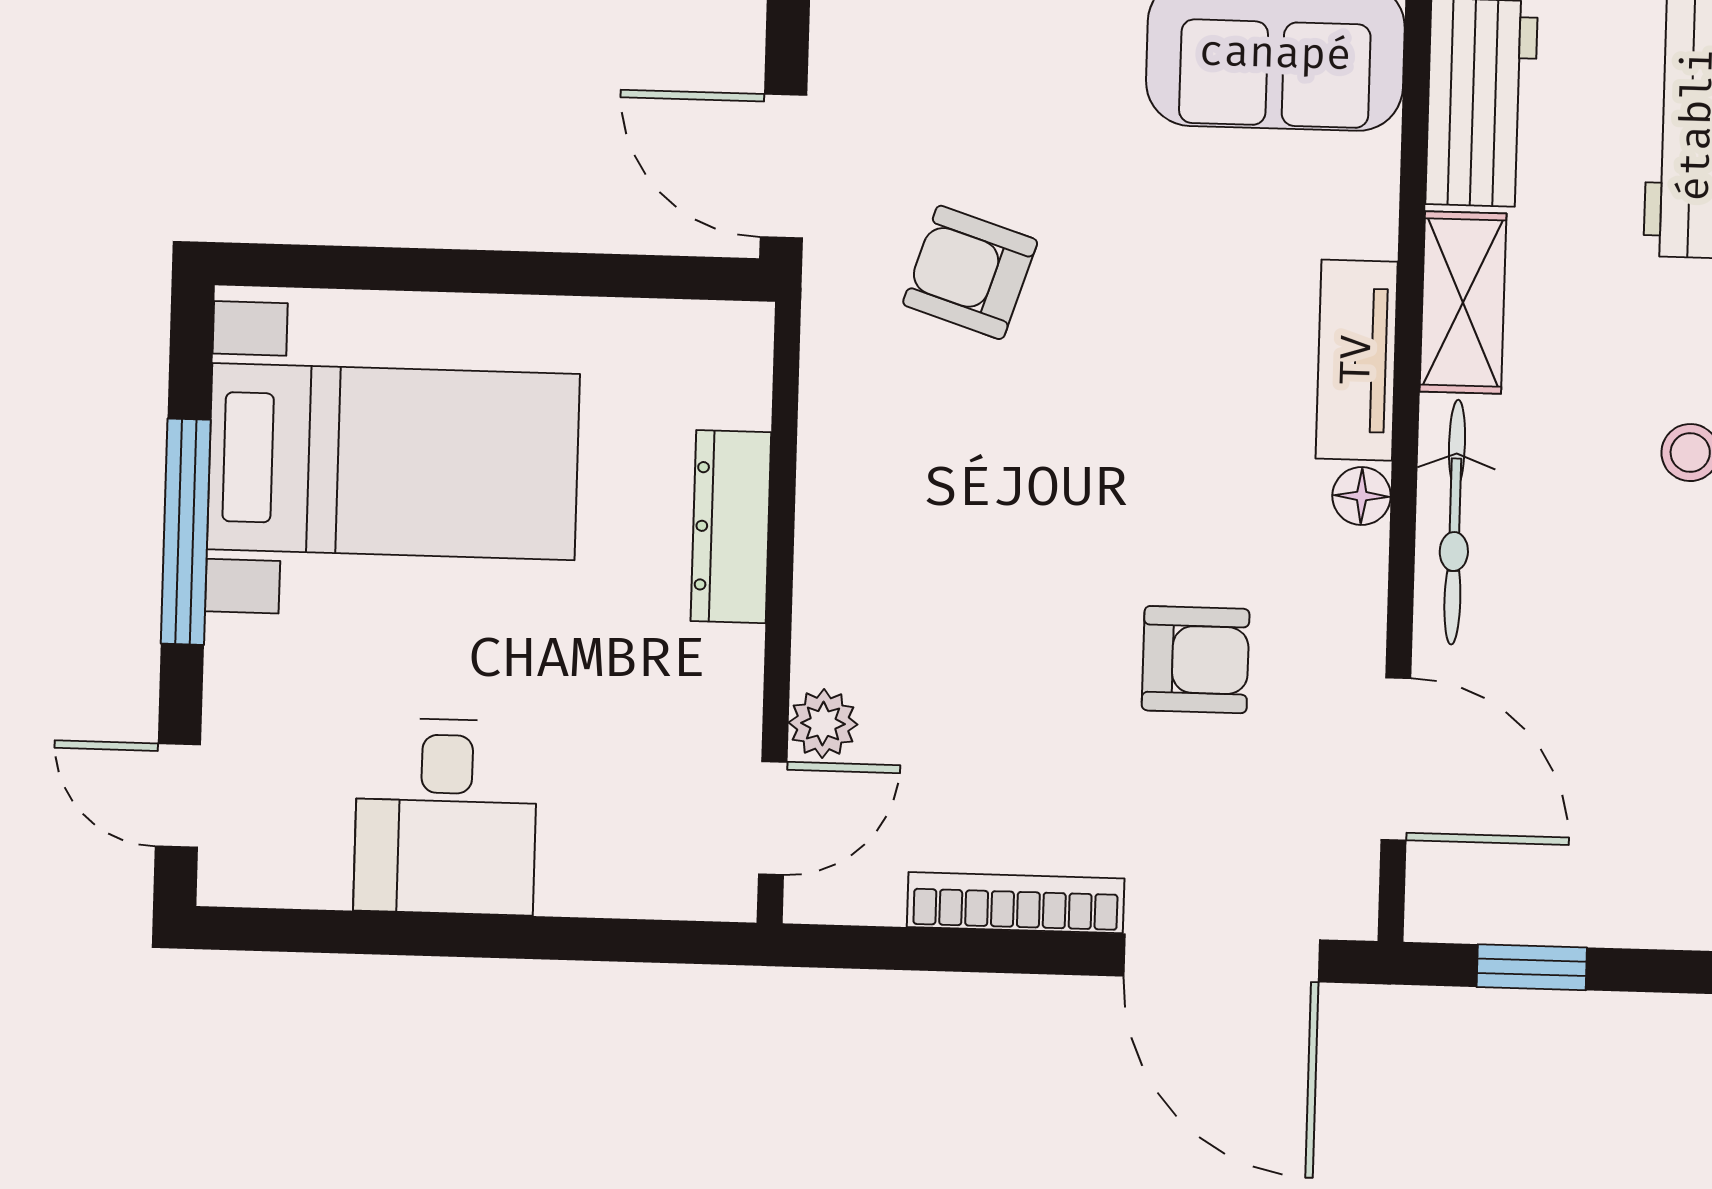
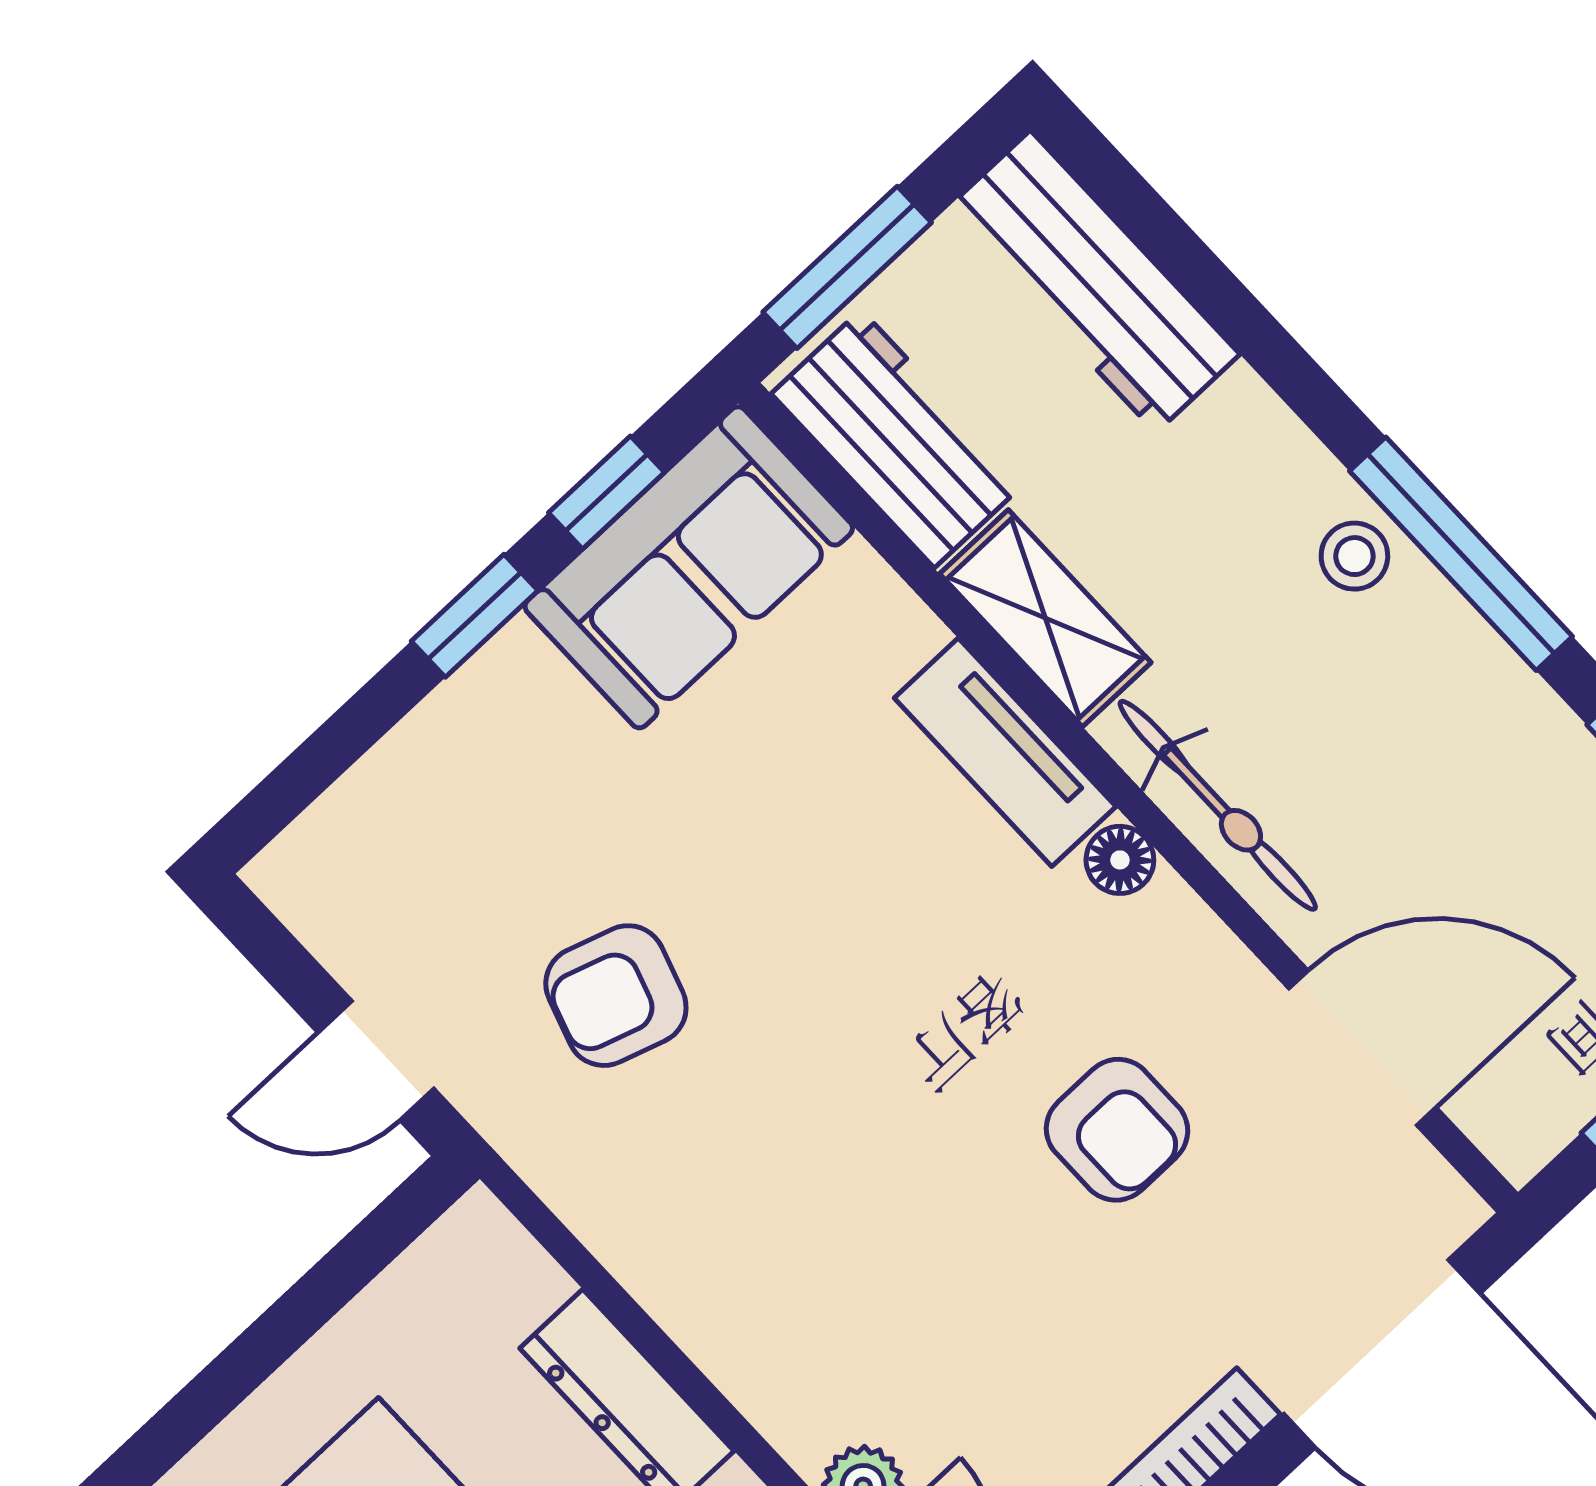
door: (783, 166) -> (376, 1061), width x0.73
armchair: (1196, 660) -> (1117, 1130), turned 90

